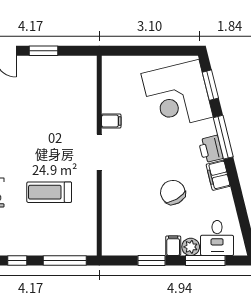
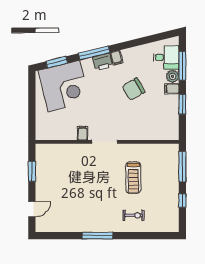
window: (43, 51) -> (32, 171), moved
filing cabinet: (218, 175) -> (116, 58), width x0.50

